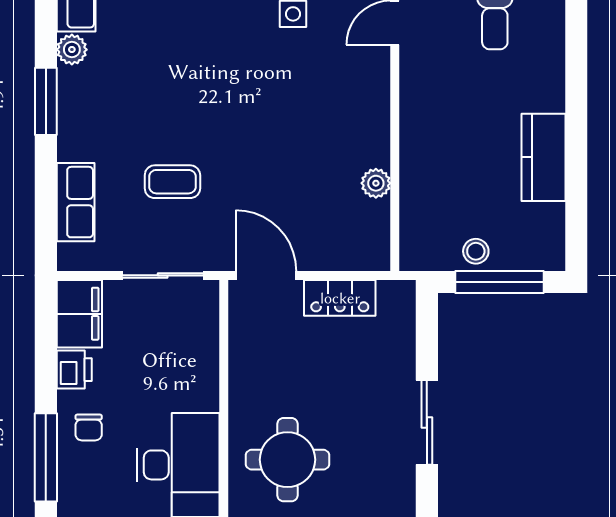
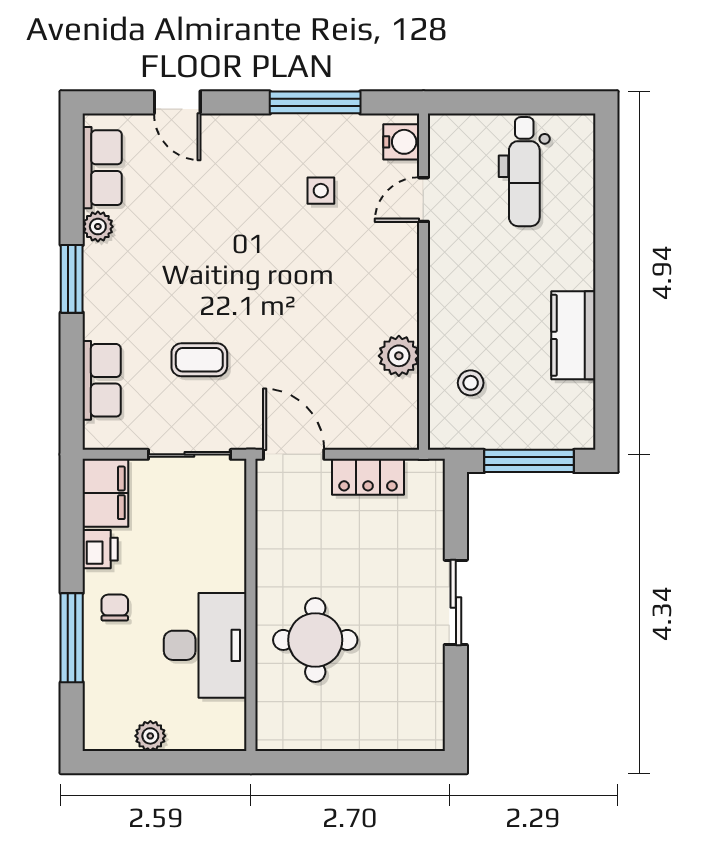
plant: (376, 183) -> (399, 356), width x1.38, depth x1.38
stool: (476, 251) -> (471, 383), moved
chair: (89, 428) -> (115, 608), turned 180

